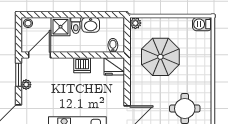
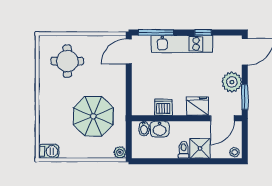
washbasin: (91, 25) -> (160, 129), moved, turned 180
dishwasher: (82, 65) -> (163, 107), moved
fridge: (114, 66) -> (198, 106), moved
plant: (26, 85) -> (232, 82), width x1.88, depth x1.88

